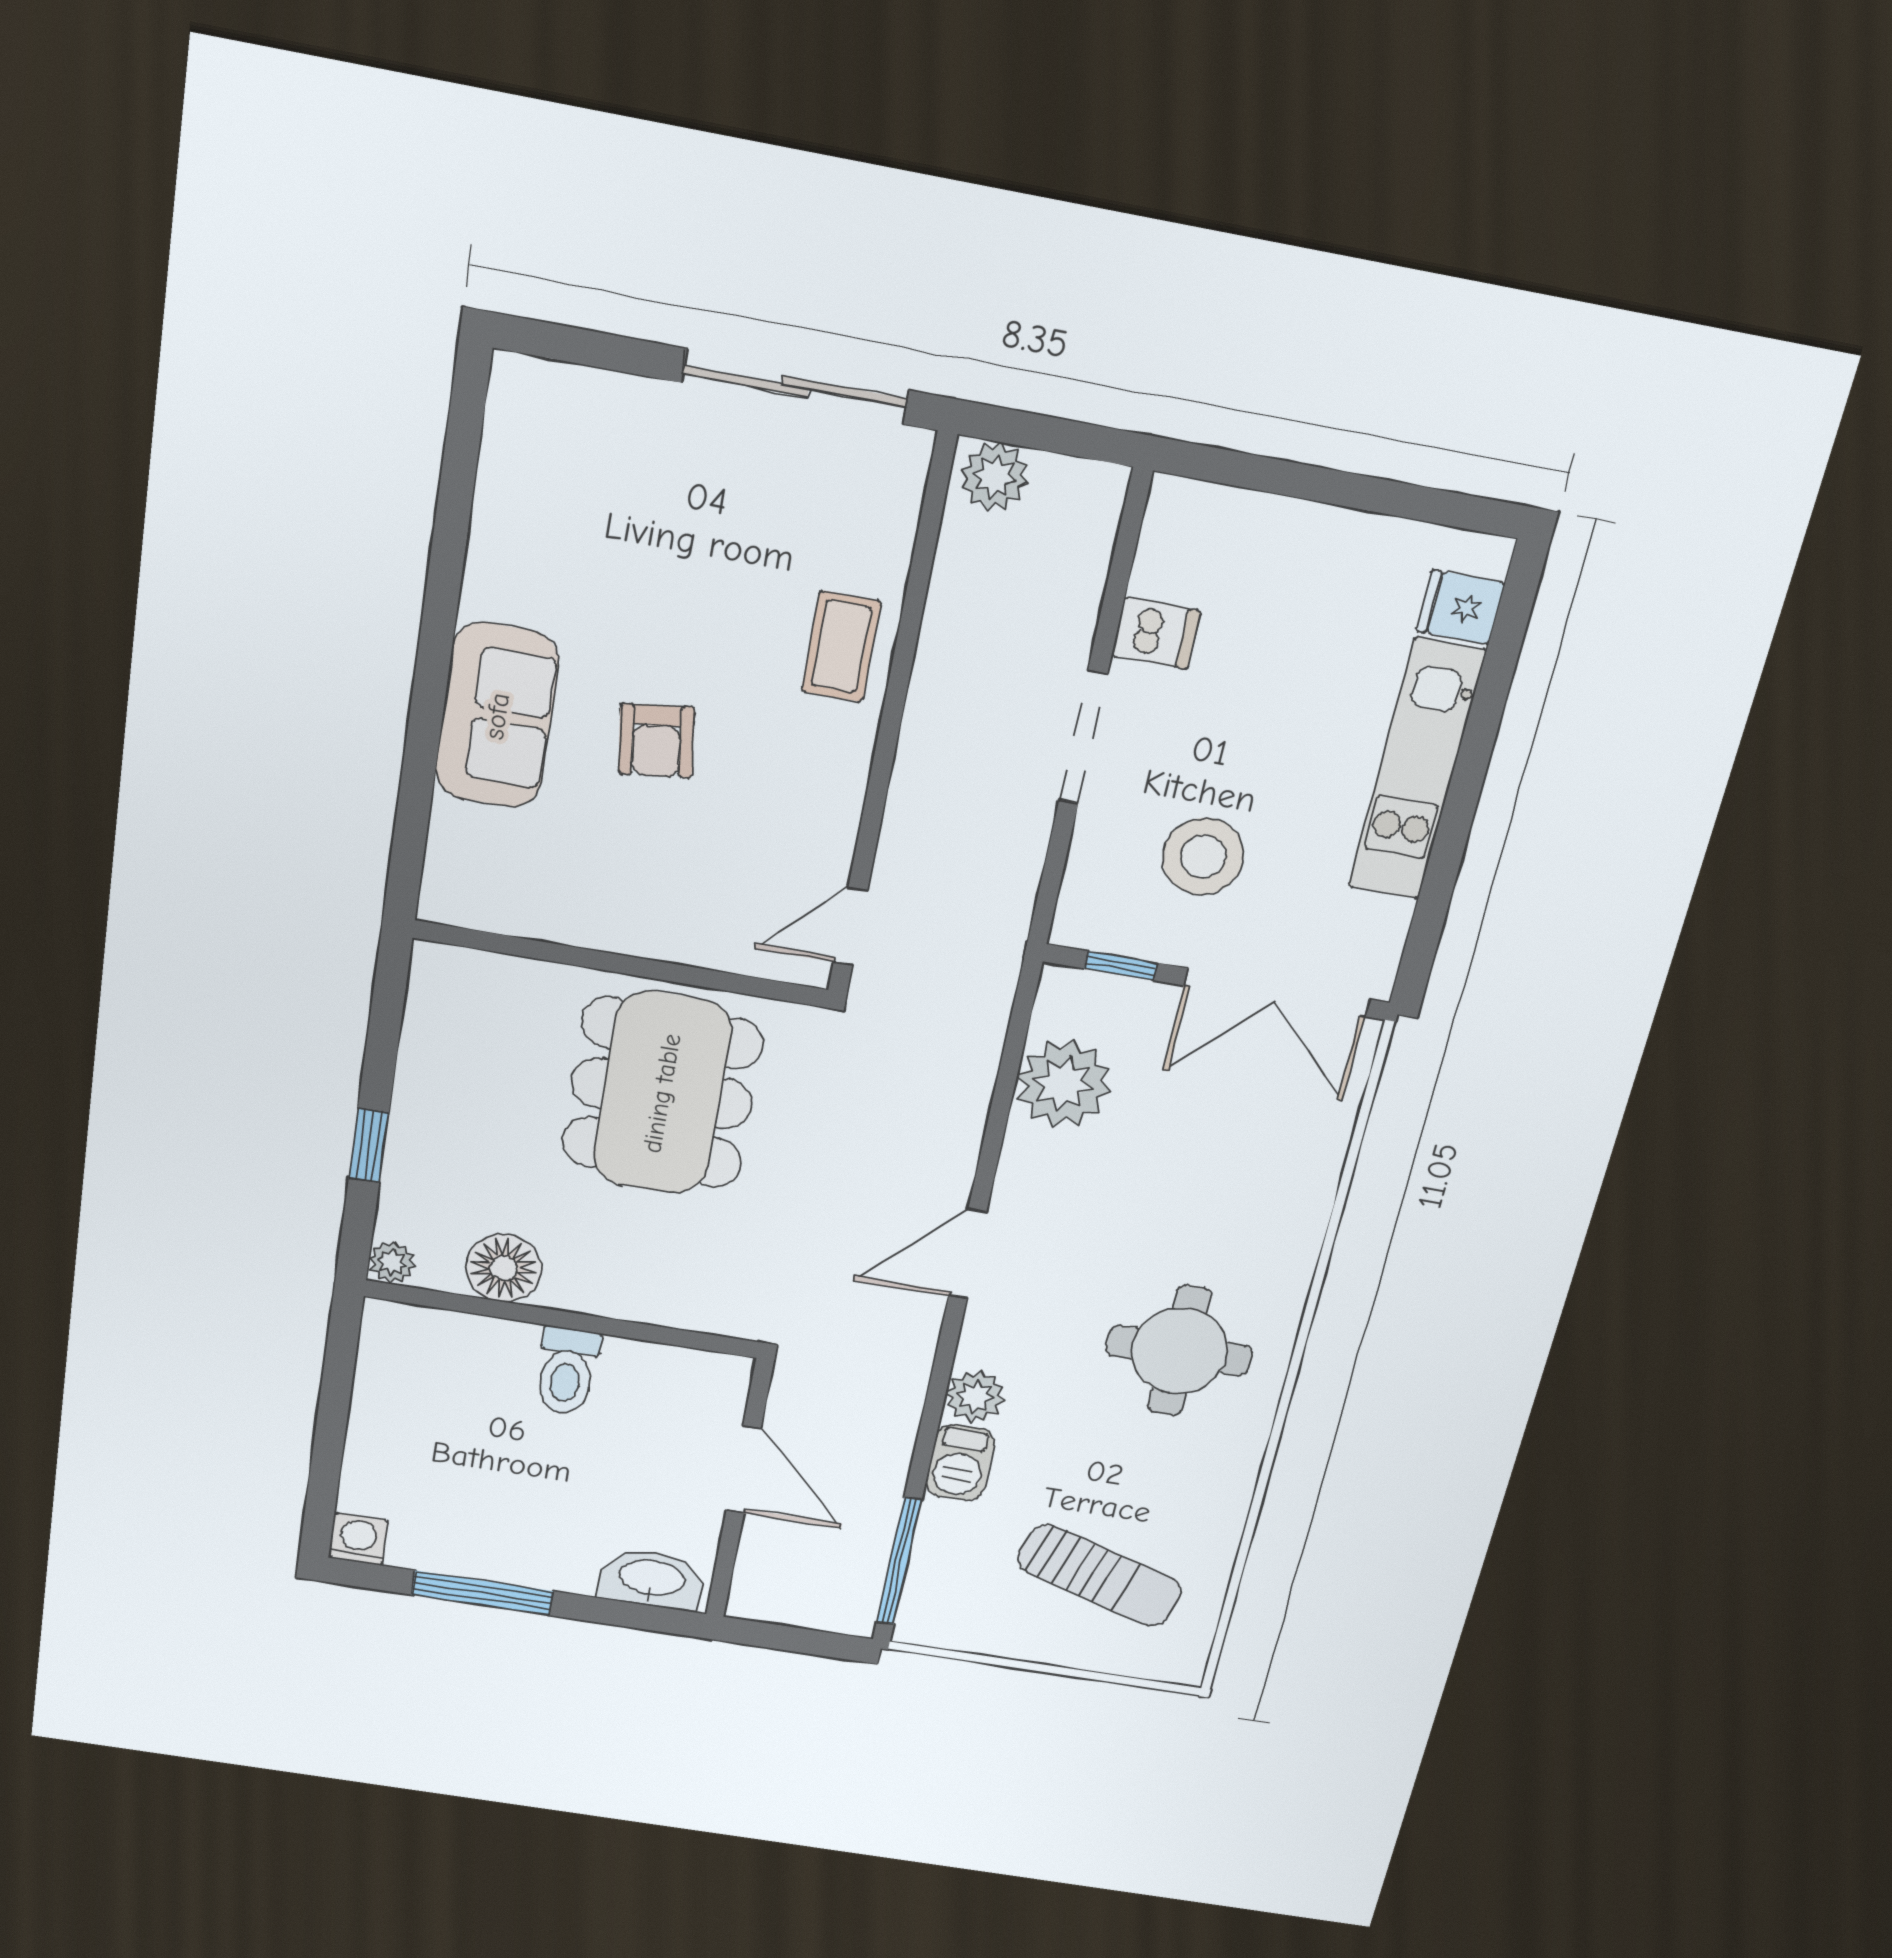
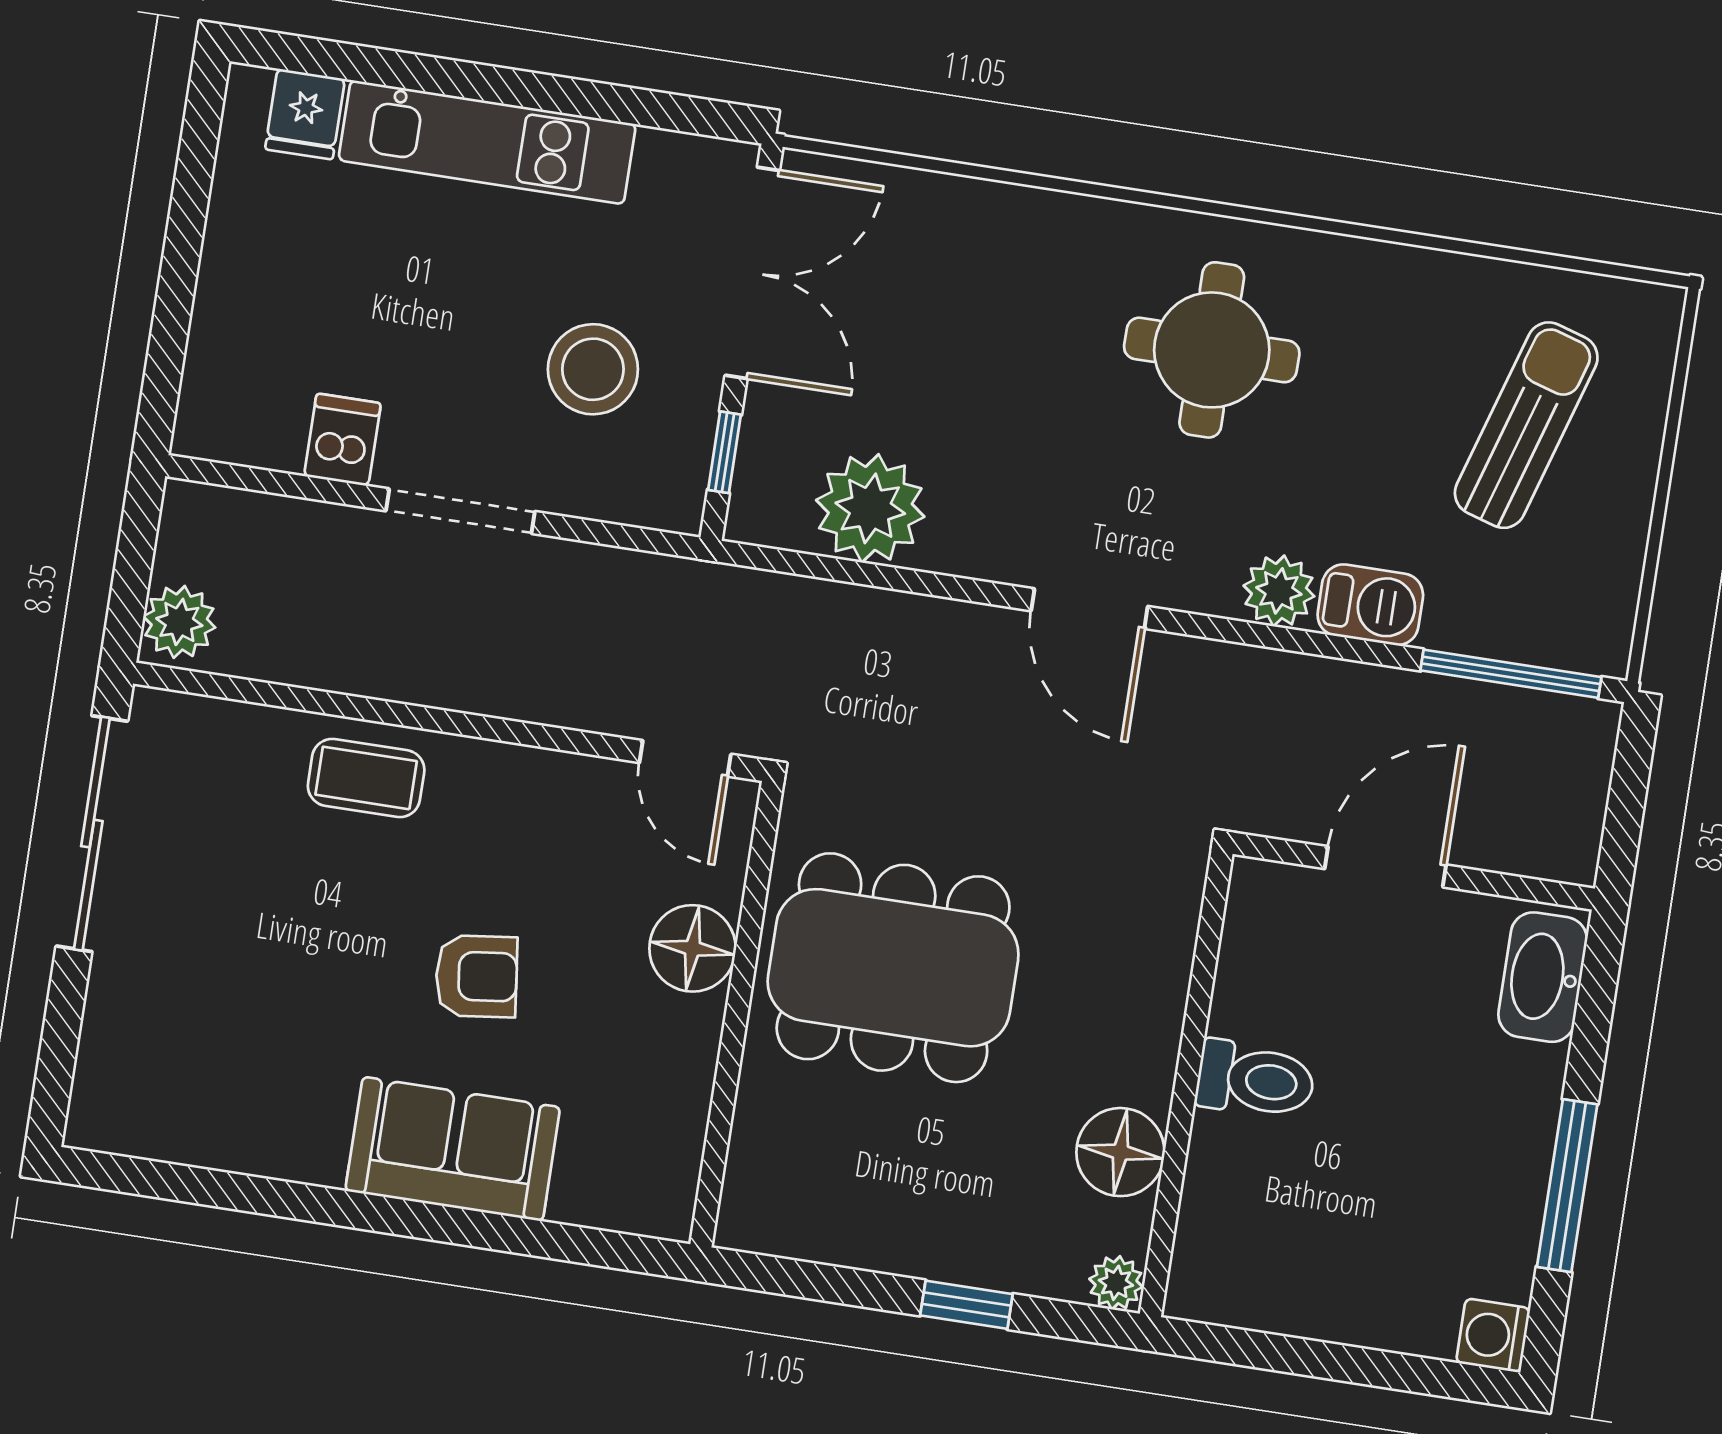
floor lamp: (680, 928) -> (692, 948), added

